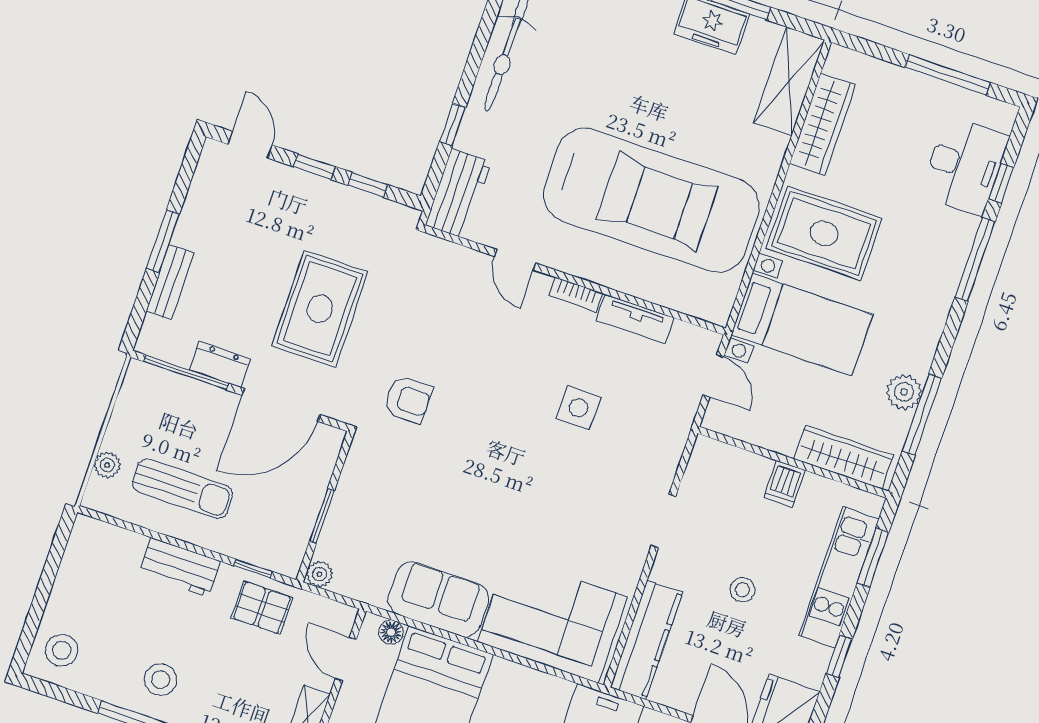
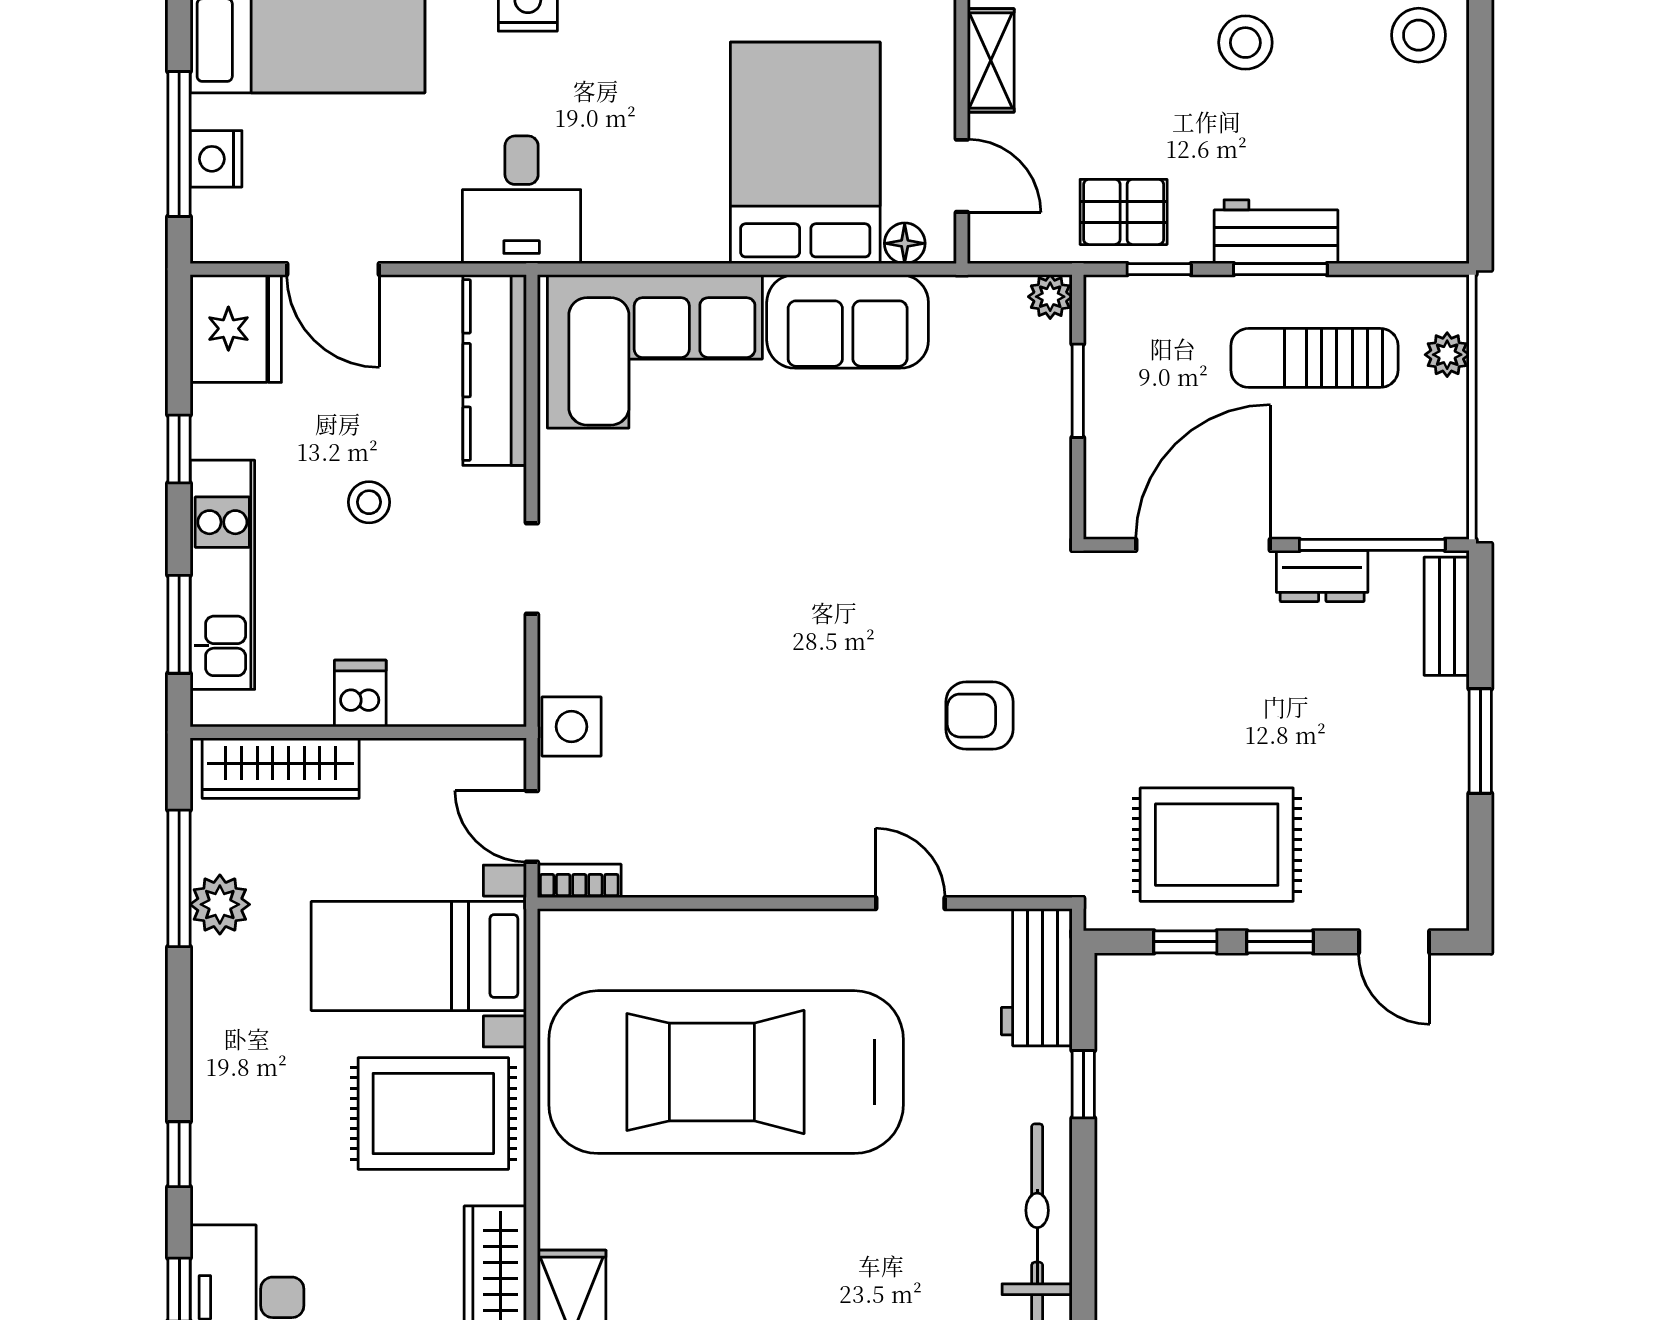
window: (975, 259) -> (179, 1154), width x0.46
bench: (170, 282) -> (1447, 616), moved
bookcase: (576, 294) -> (579, 881), moved
rug: (320, 309) -> (1217, 845), moved, turned 90
tv unit: (635, 319) -> (687, 874), removed
armchair: (408, 399) -> (979, 716), moved
side table: (578, 408) -> (571, 727), moved
window: (185, 545) -> (1280, 269), added

